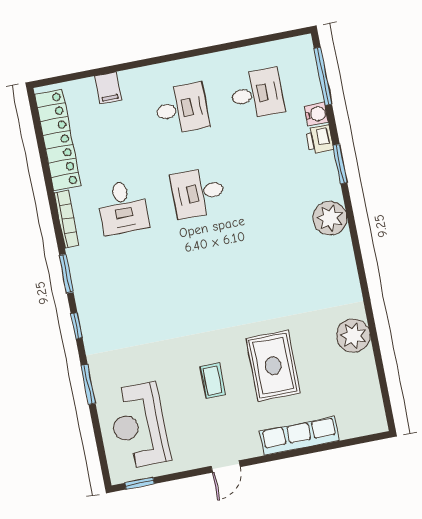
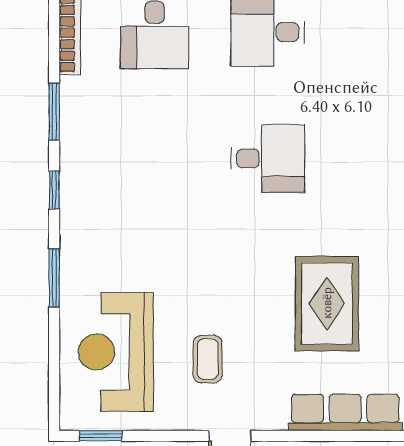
desk: (215, 277) -> (268, 158), added
coffee table: (213, 381) -> (208, 359), moved

